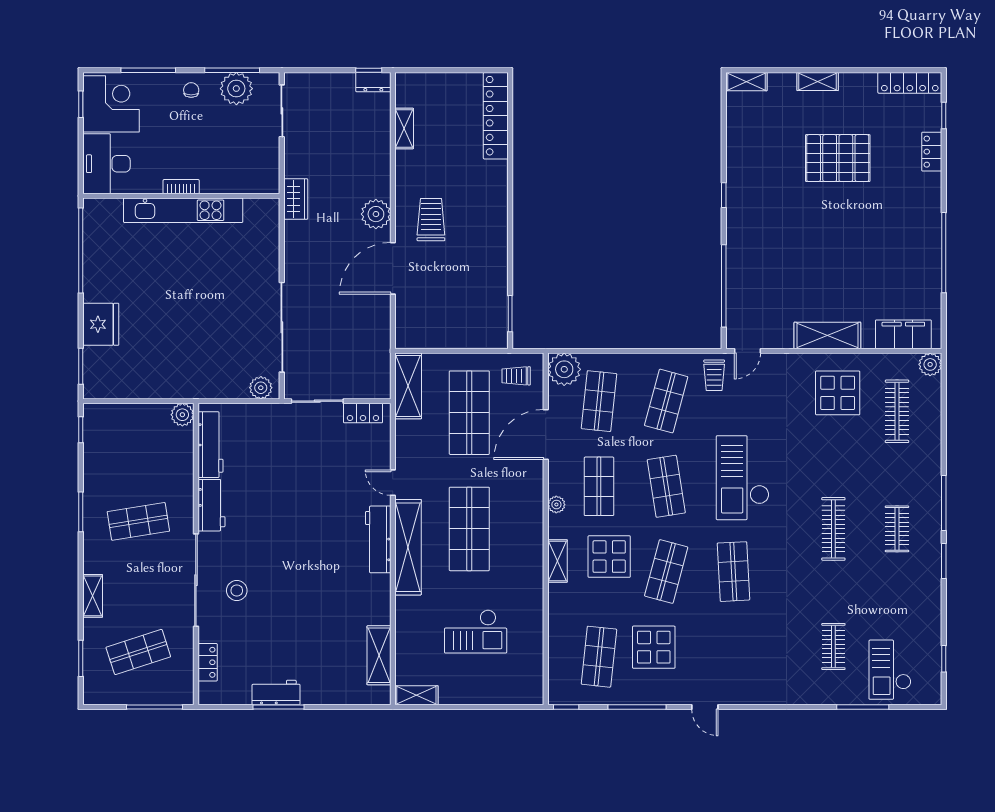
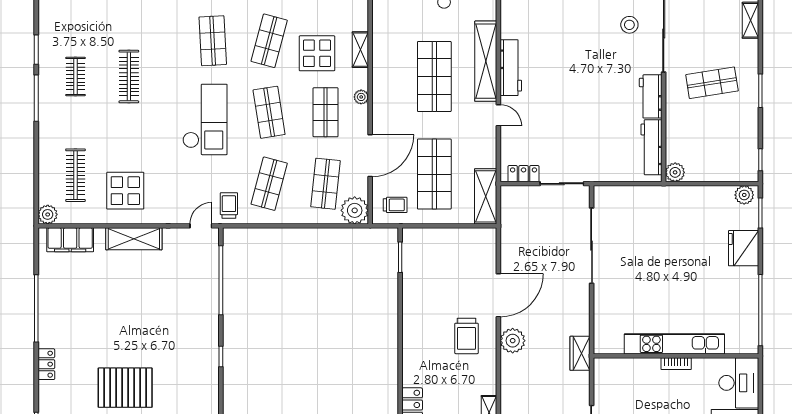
locker: (932, 152) -> (46, 364), moved
plant: (261, 388) -> (744, 195), moved

